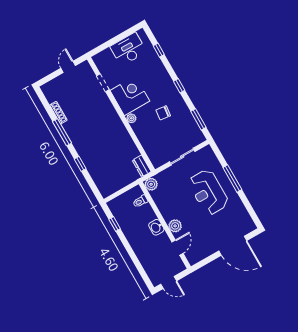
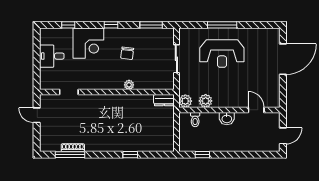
desk: (128, 49) -> (52, 56), width x0.73
corner desk: (130, 96) -> (88, 43), moved, turned 180
plant: (131, 118) -> (129, 85), moved
window: (62, 132) -> (70, 155), moved
plant: (175, 226) -> (206, 101), moved

